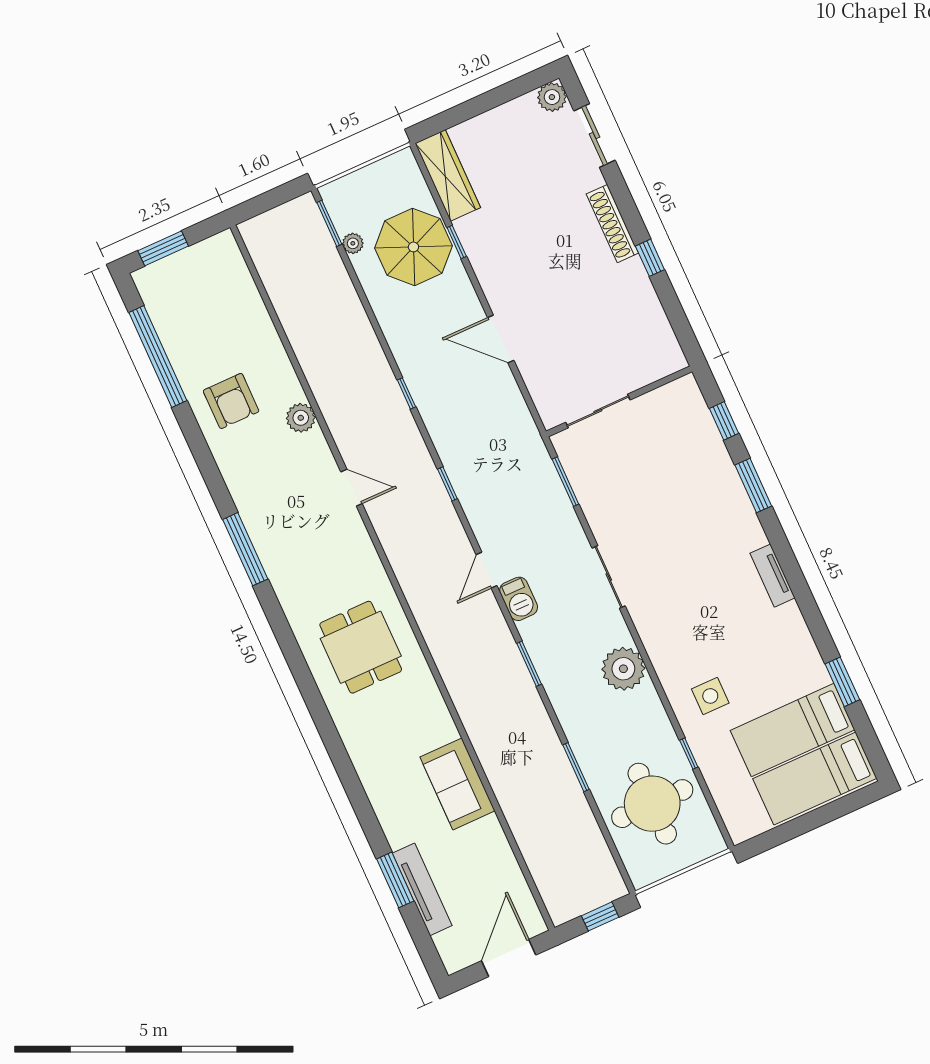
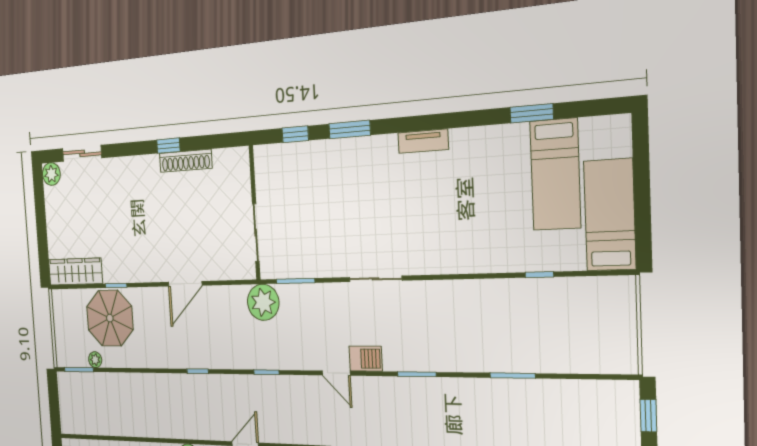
shoe rack: (612, 224) -> (186, 161), moved
plant: (623, 669) -> (263, 302), moved
side table: (710, 696) -> (499, 235), removed
bed: (815, 779) -> (610, 215), moved, turned 180
round table: (652, 804) -> (569, 325), removed

